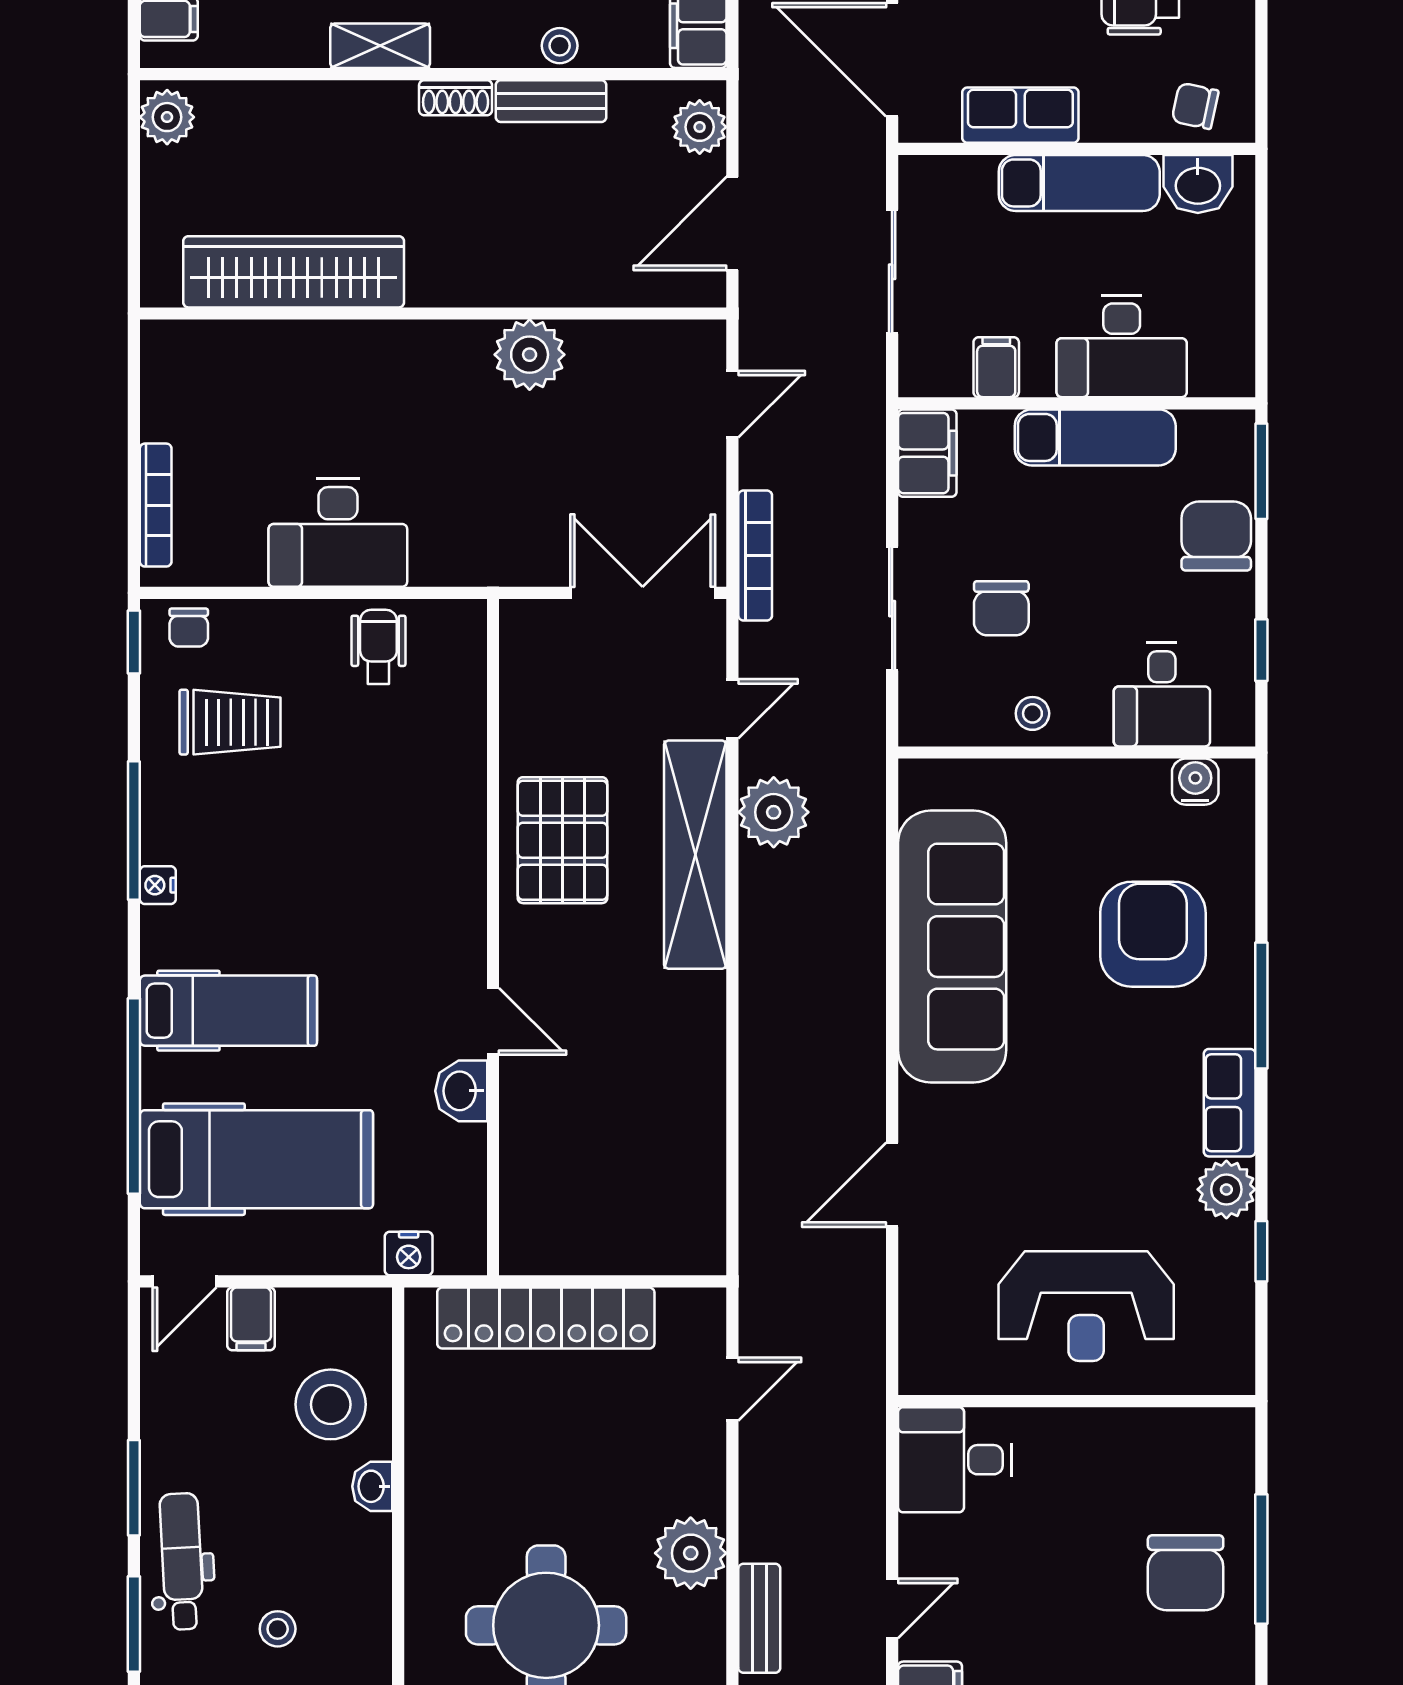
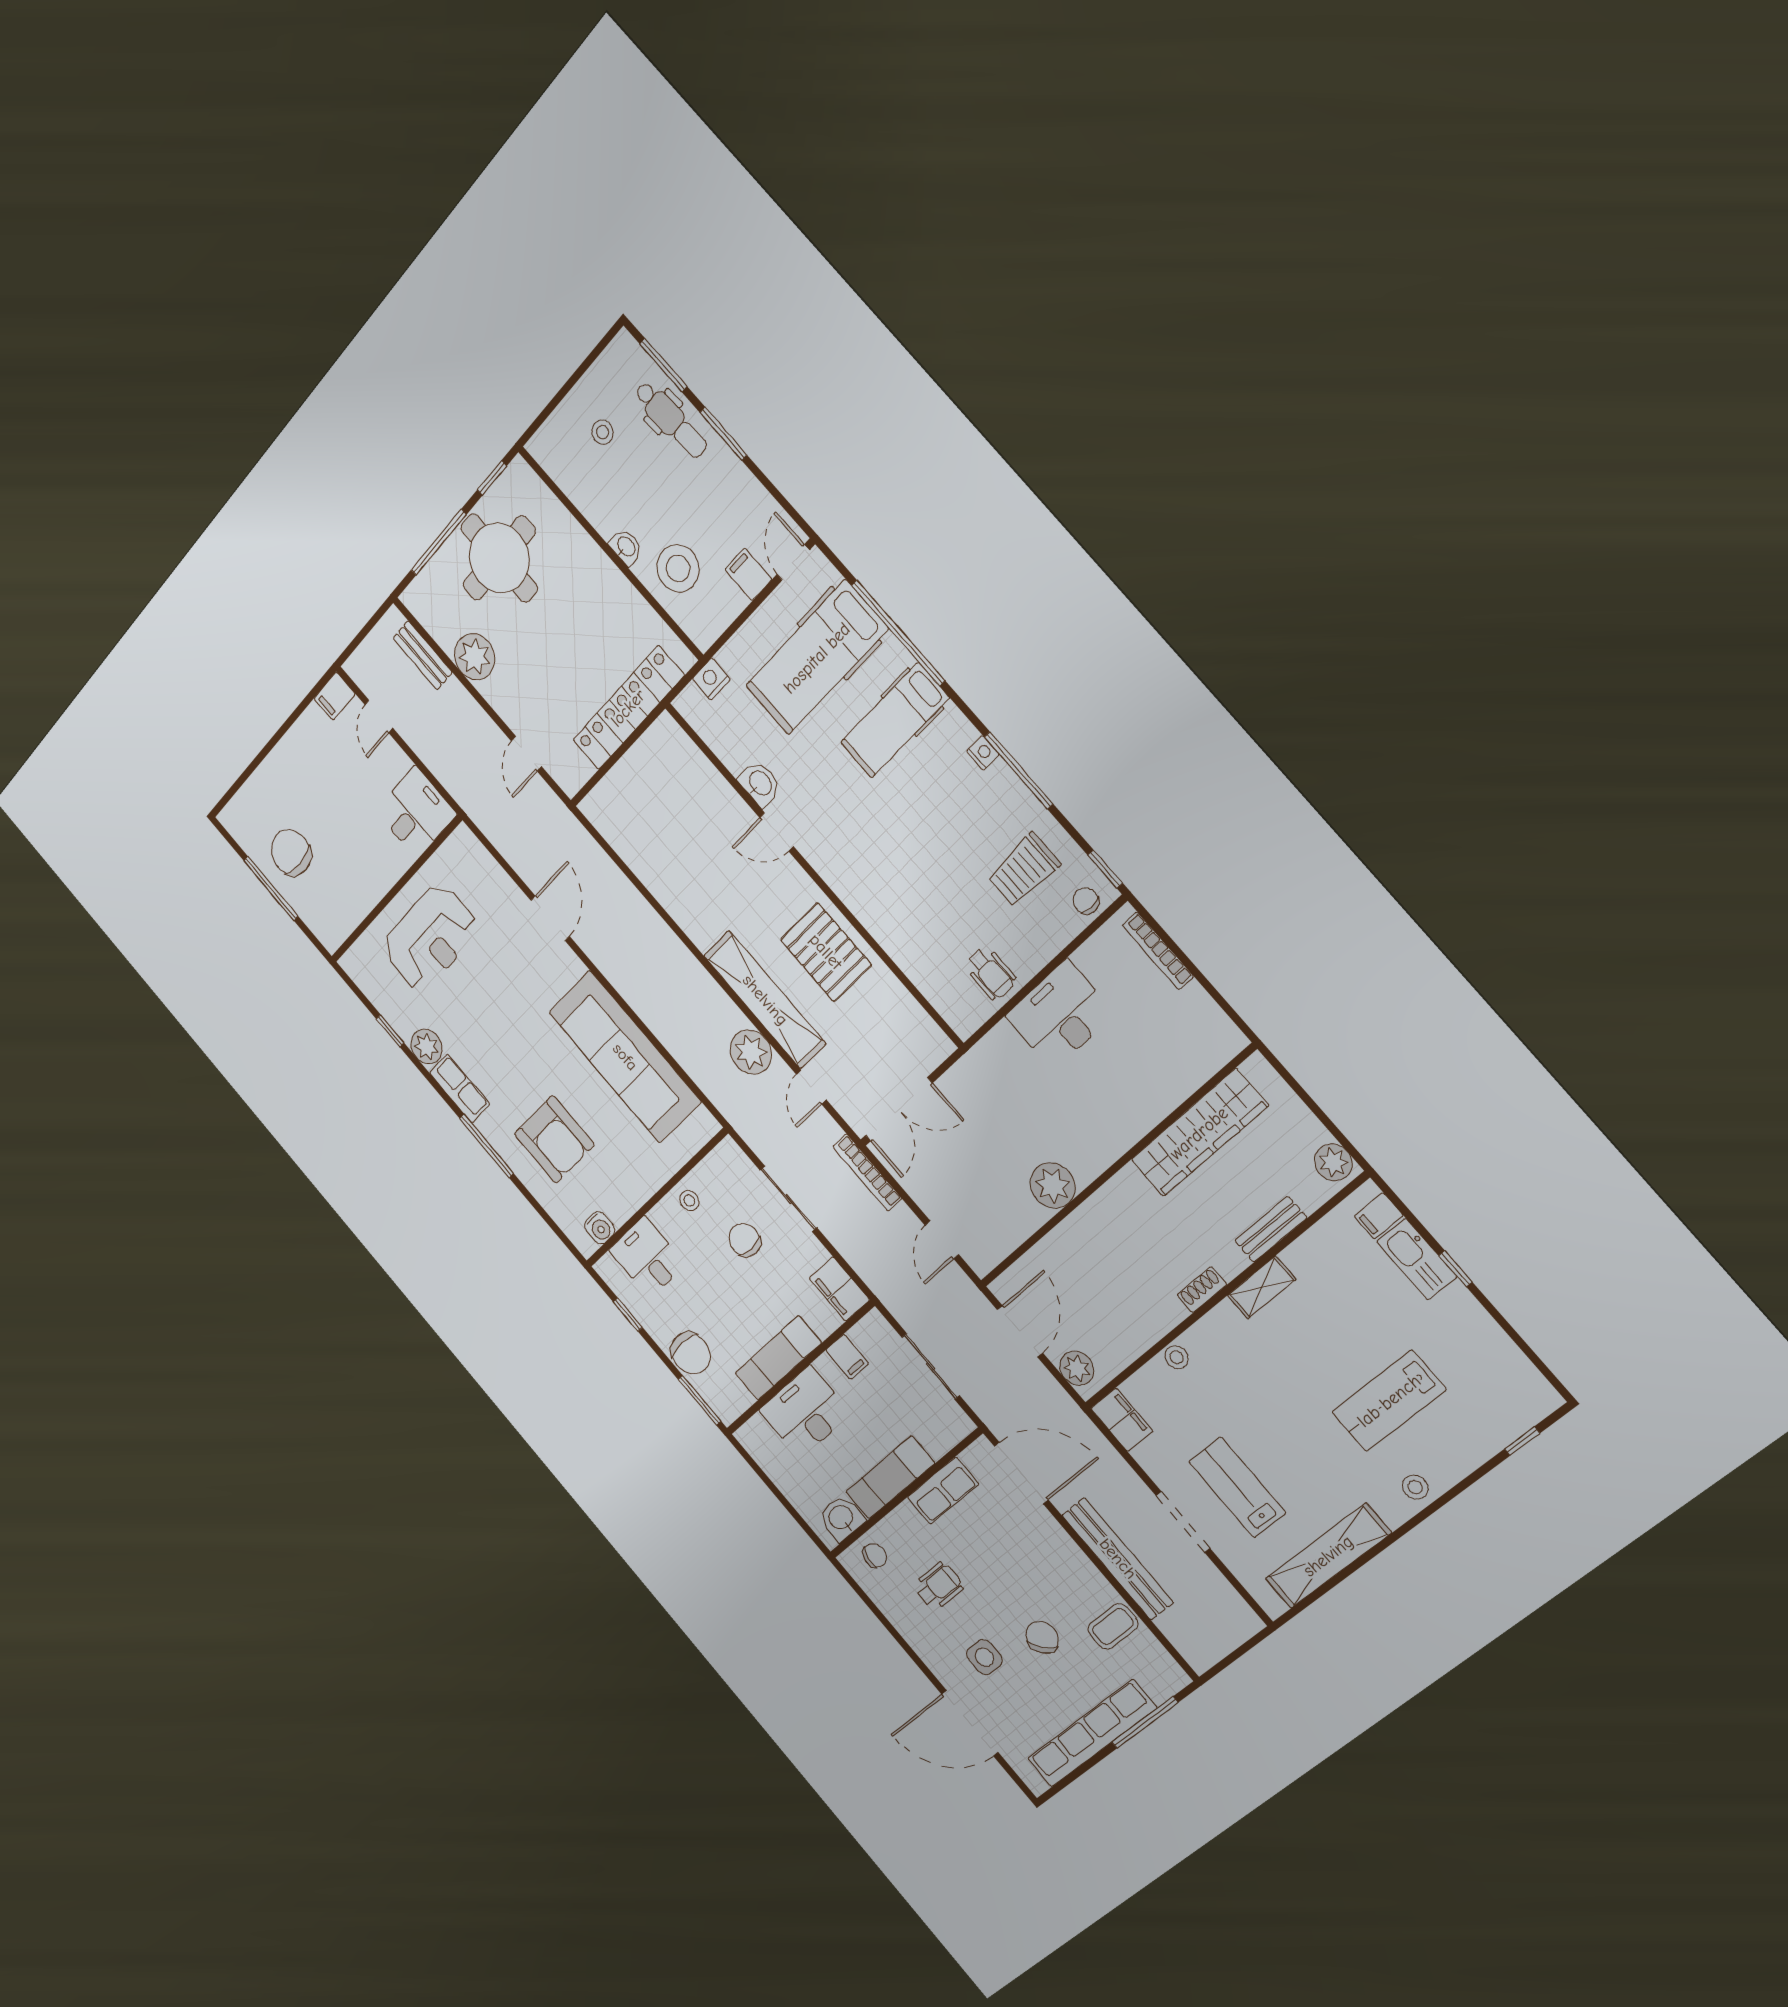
bench: (551, 101) -> (1271, 1229), moved
reception desk: (1086, 1306) -> (430, 938), turned 180

